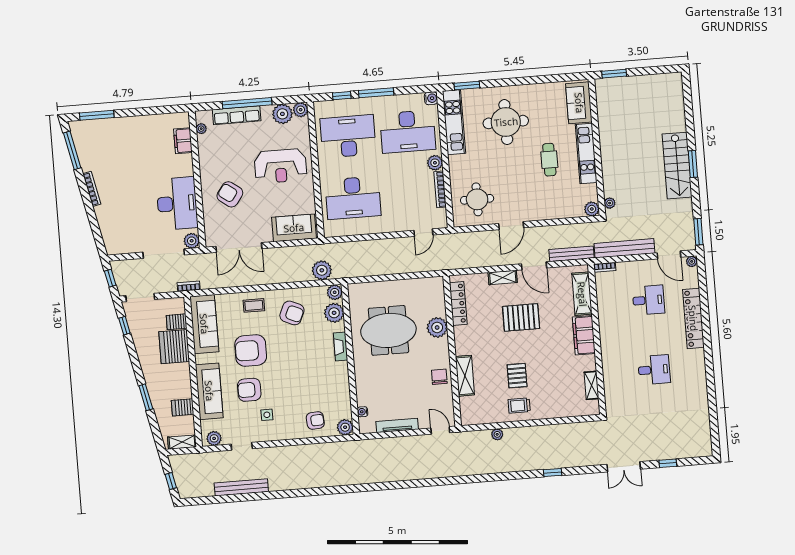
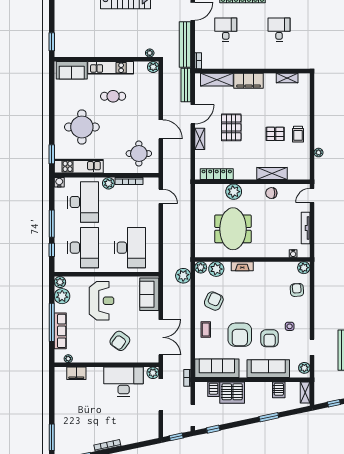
desk: (348, 136) -> (83, 248), turned 180

